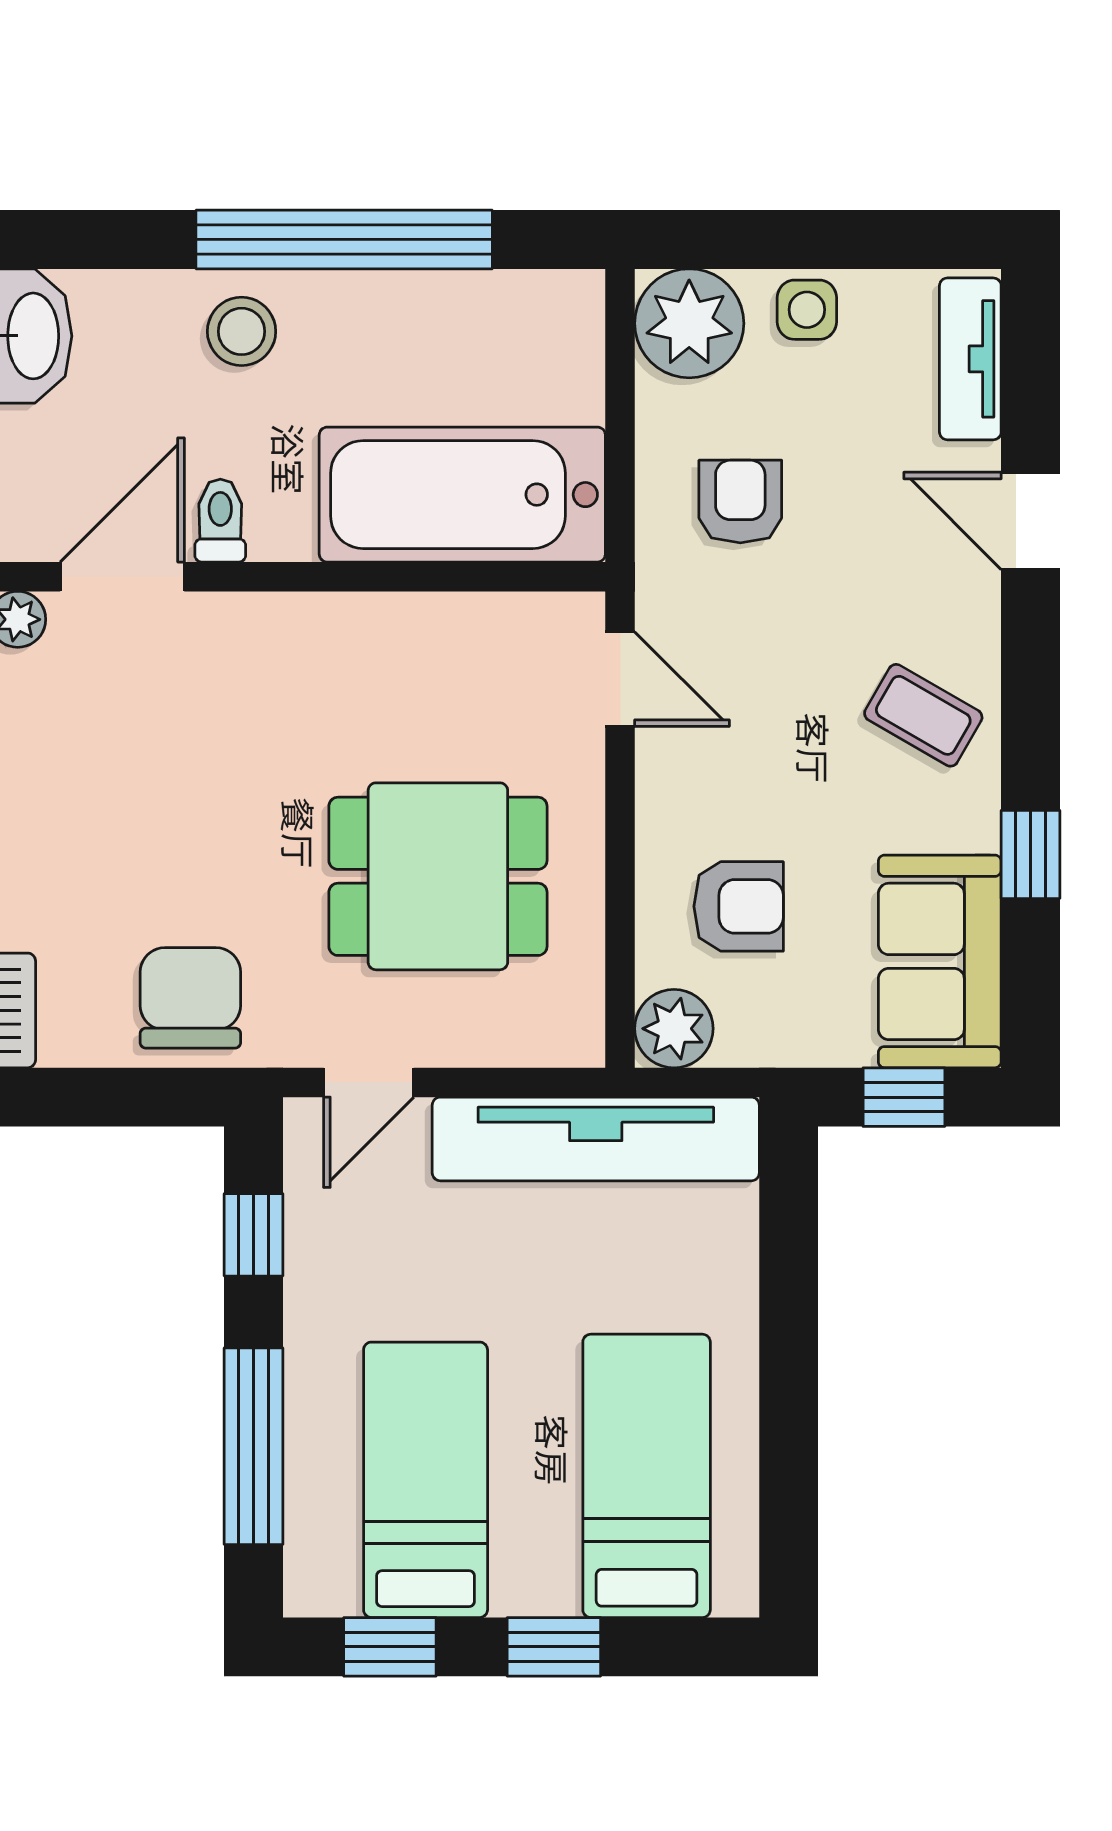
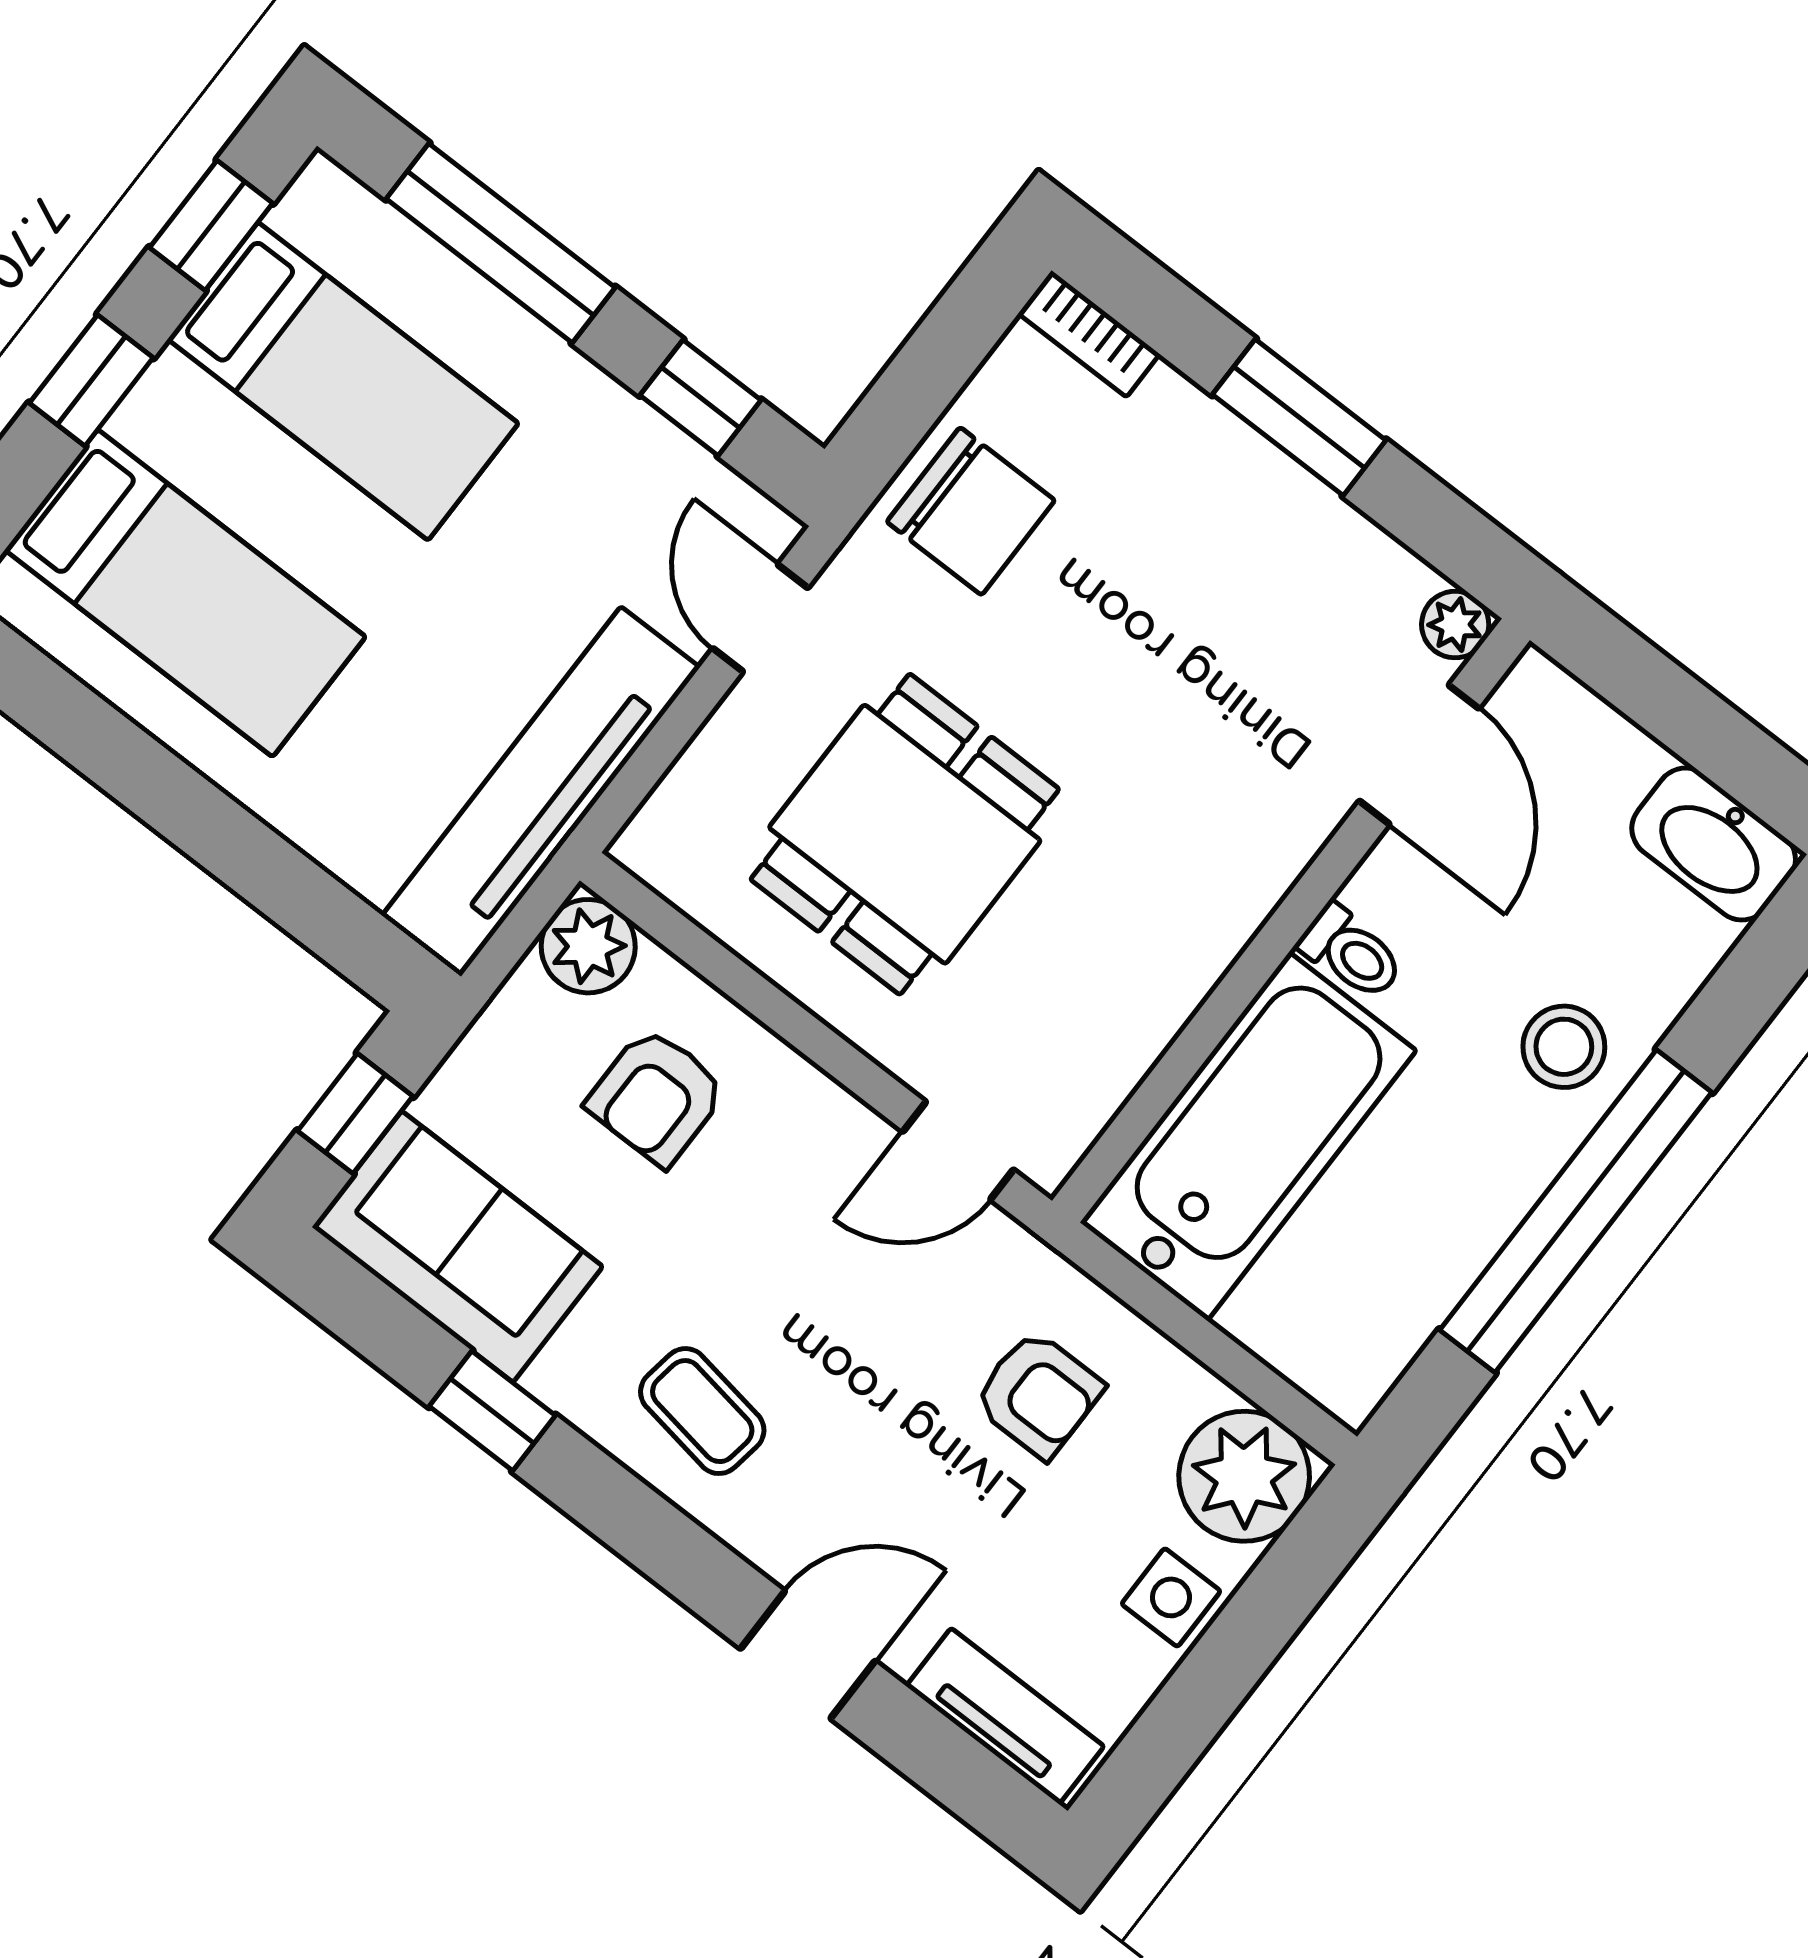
toilet: (220, 521) -> (1351, 952), moved
coffee table: (923, 715) -> (702, 1411), turned 69

